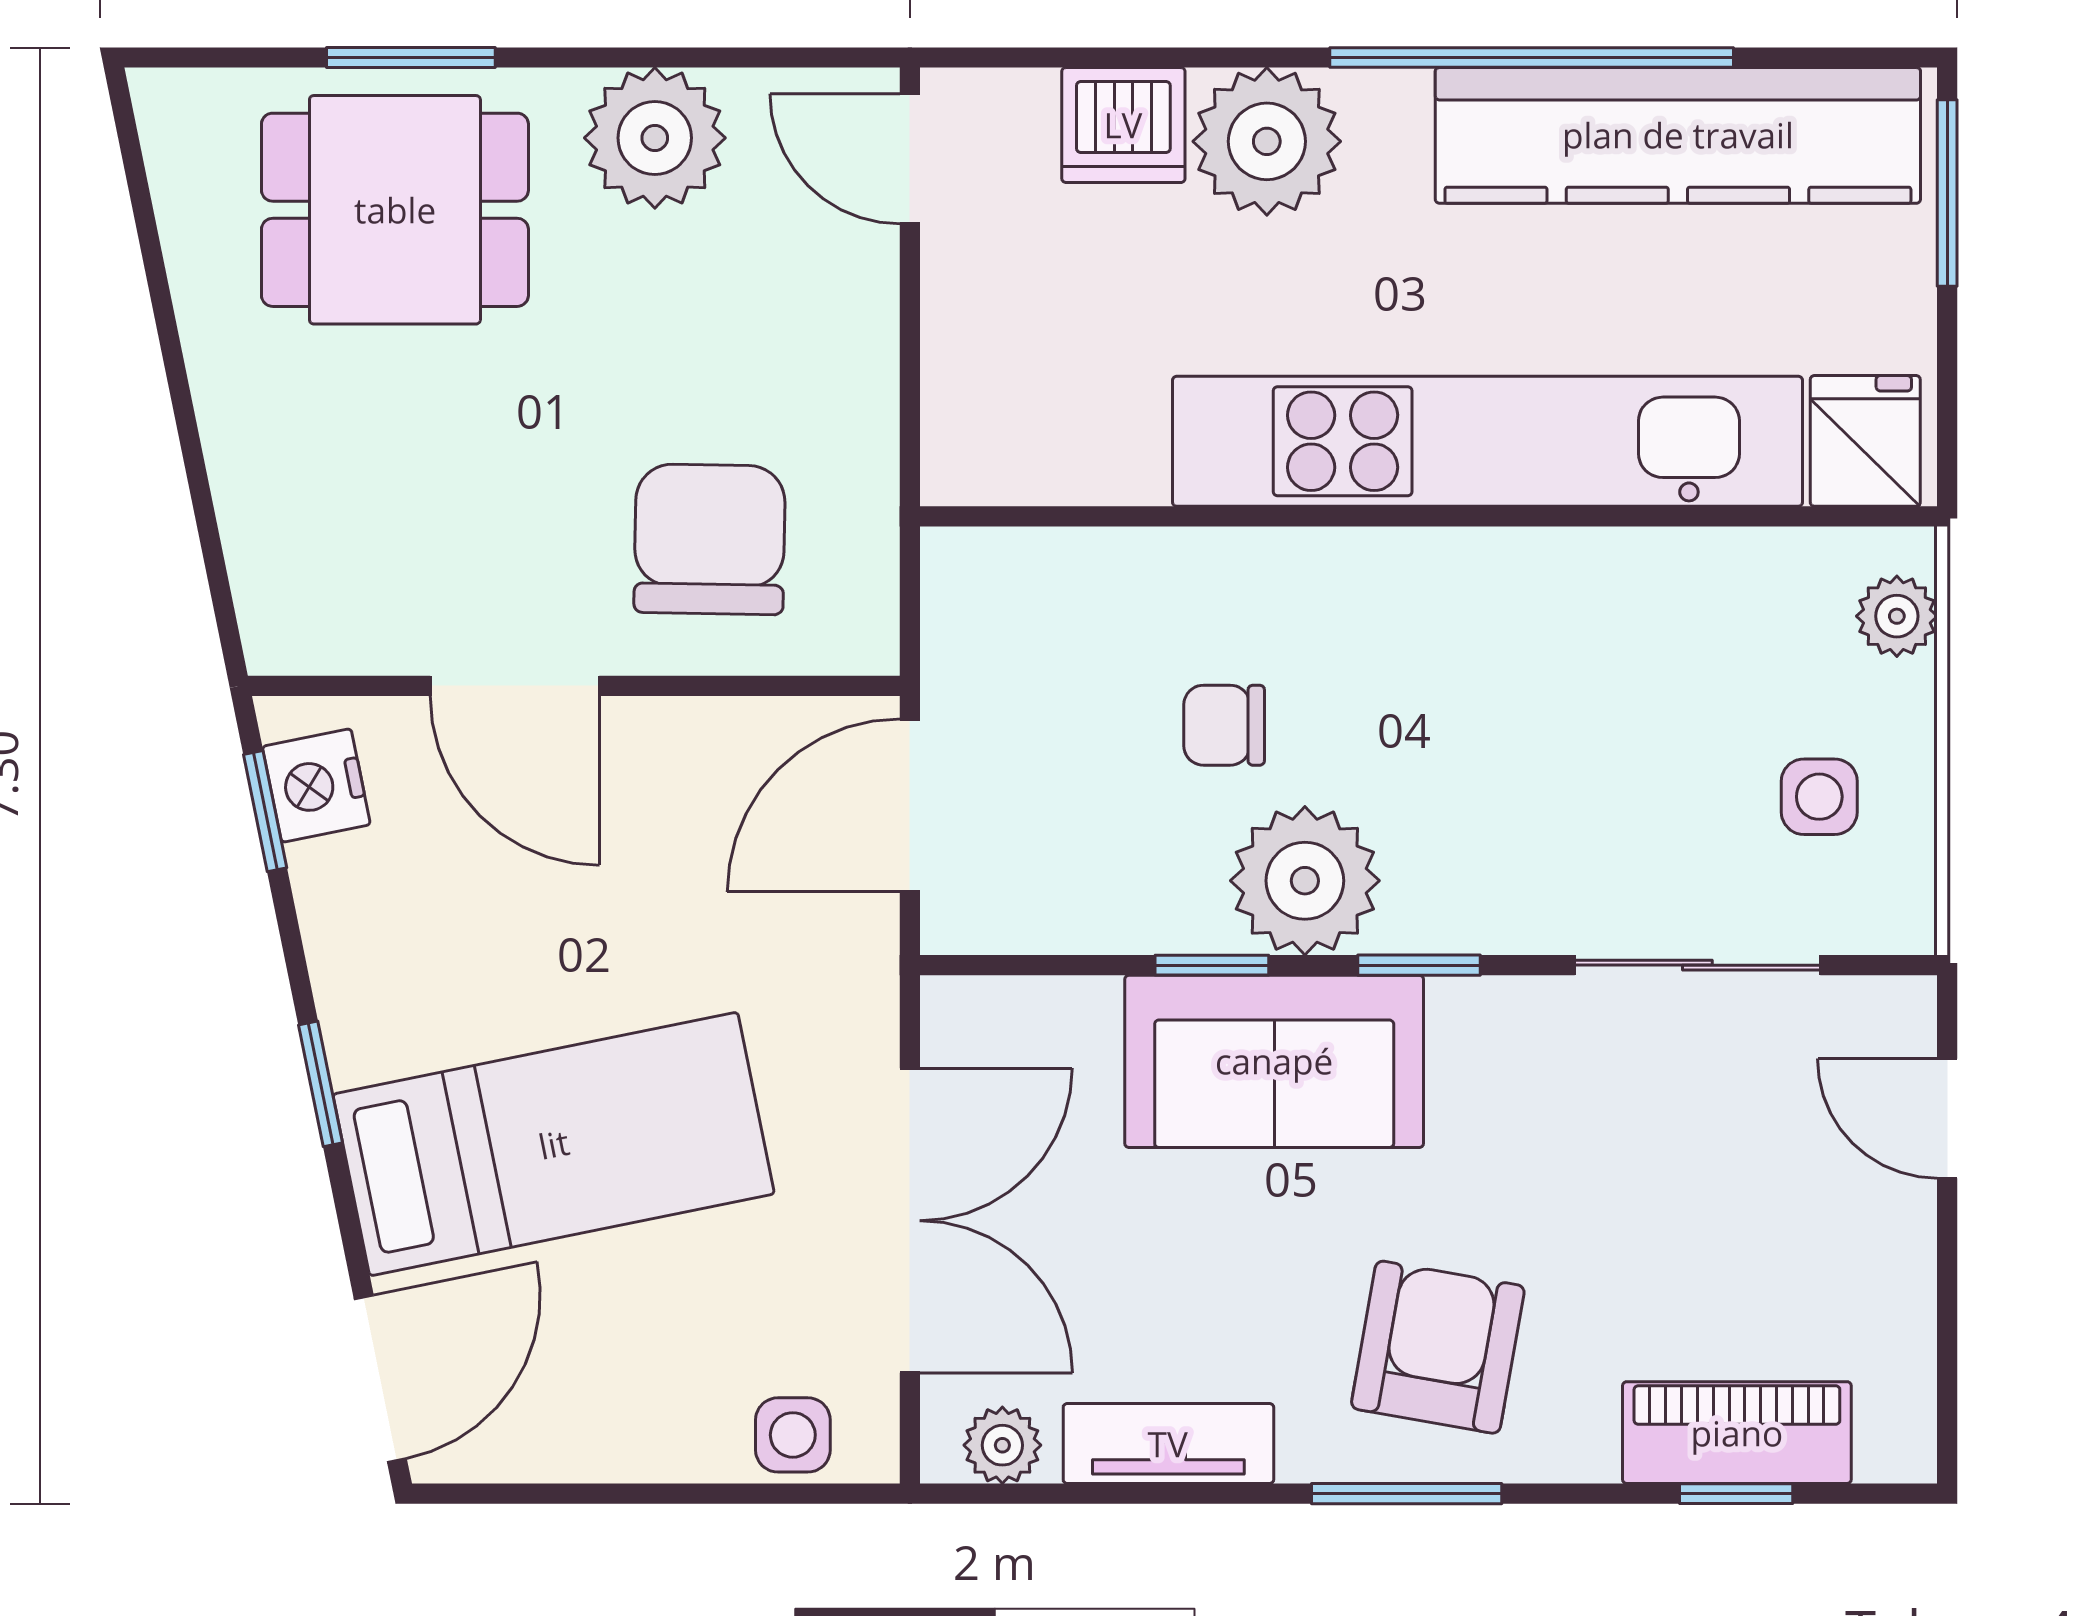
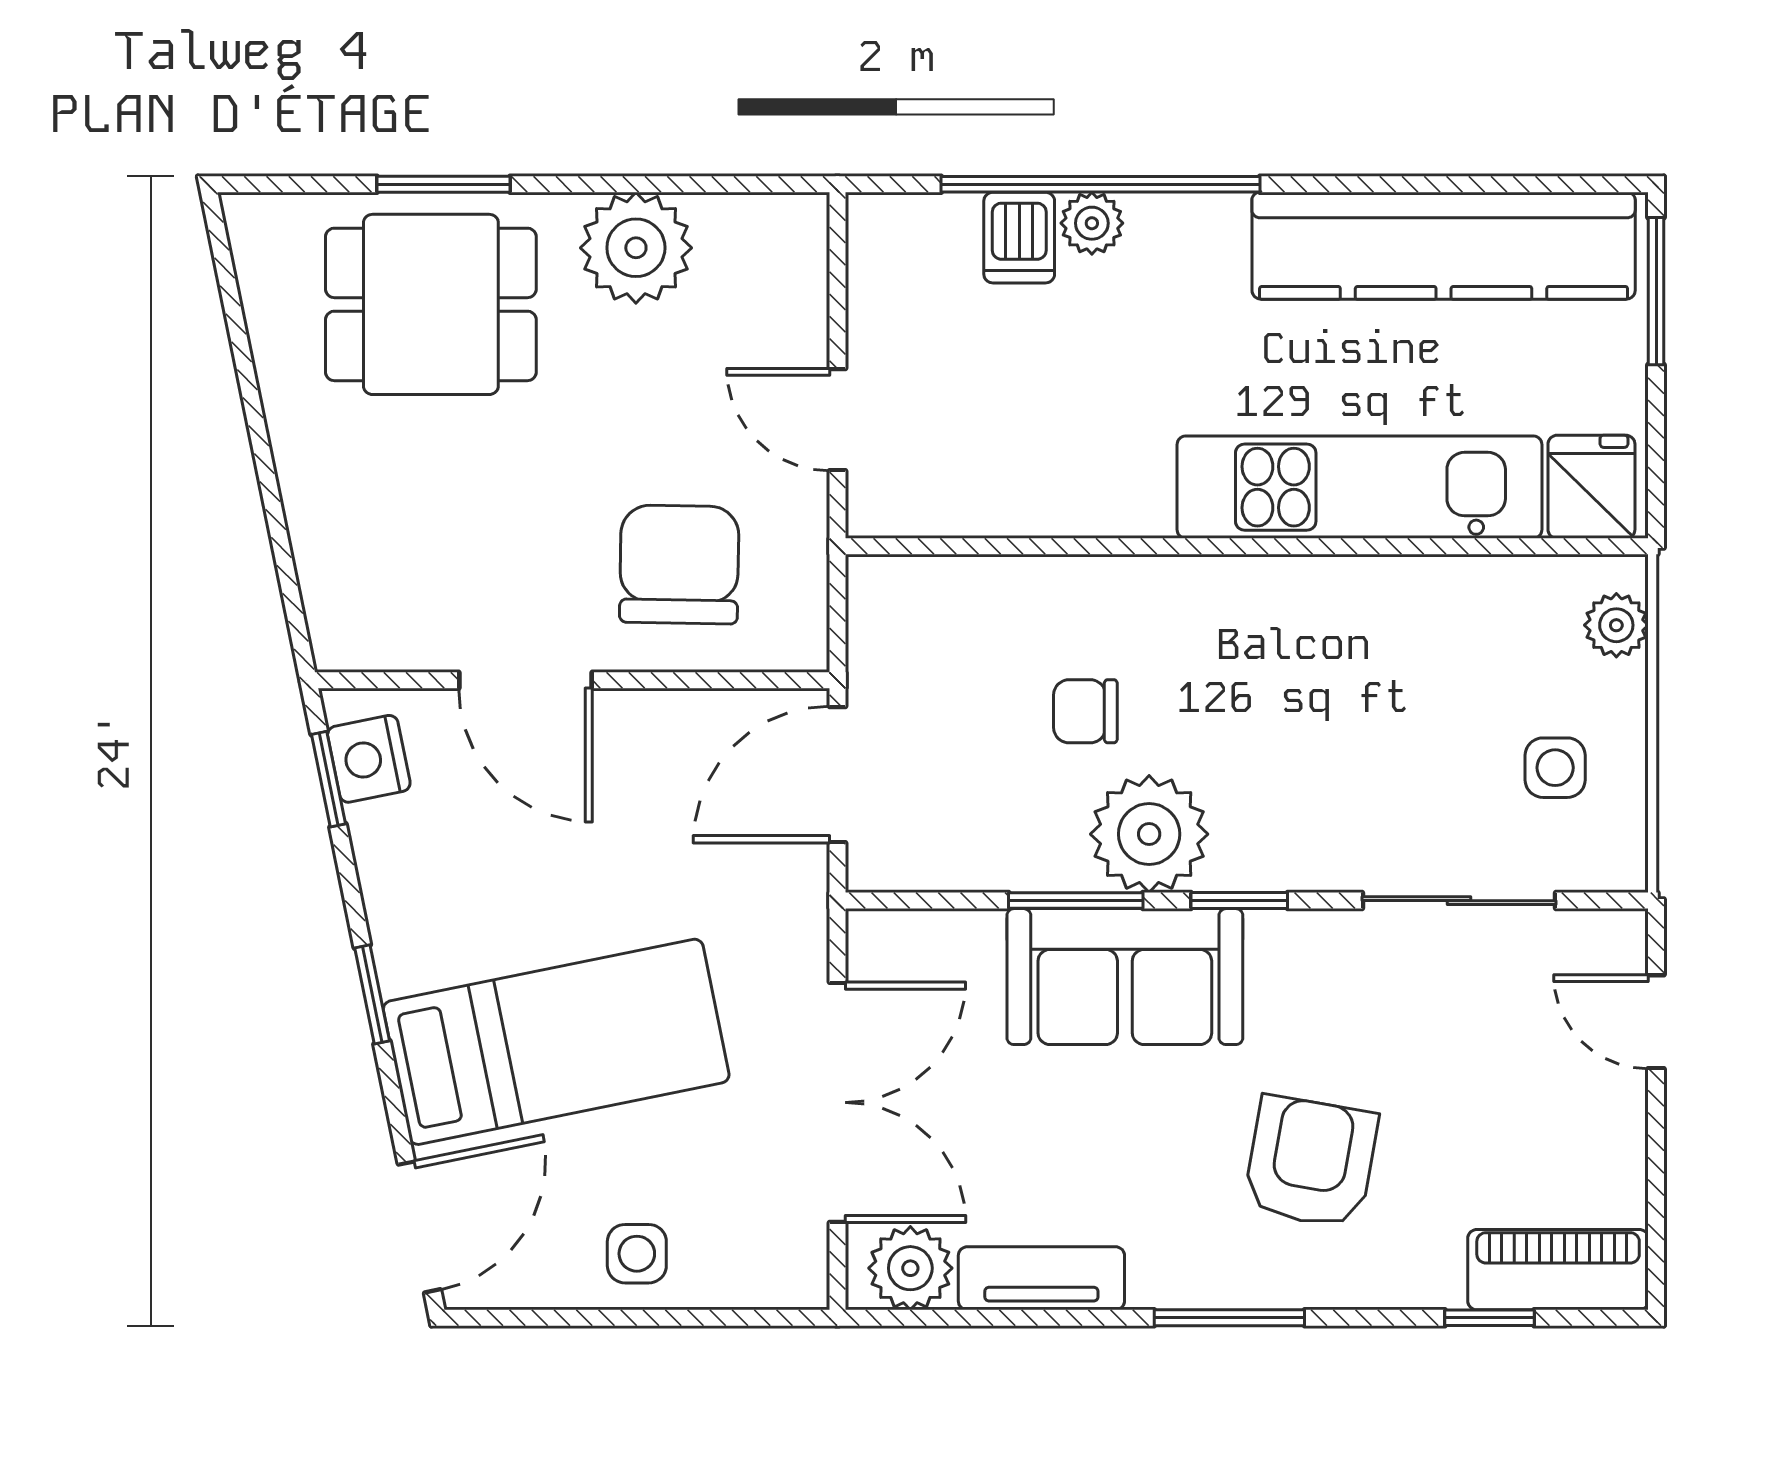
window: (1532, 58) -> (1101, 184), moved
dishwasher: (1123, 125) -> (1019, 238), width x0.73
plant: (1267, 141) -> (1092, 223), width x0.53, depth x0.53
door: (910, 159) -> (837, 420), moved
kitchen unit: (1487, 441) -> (1360, 487), width x0.73
window: (1212, 965) -> (1076, 901), width x1.50
armchair: (1438, 1347) -> (1311, 1162), moved
piano: (1737, 1433) -> (1558, 1270), moved
side table: (793, 1435) -> (637, 1254), moved
plant: (1002, 1445) -> (910, 1268), width x1.38, depth x1.38

